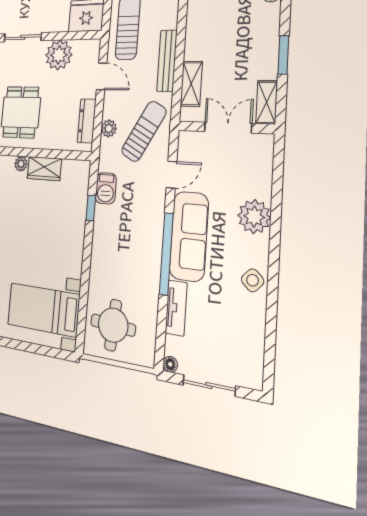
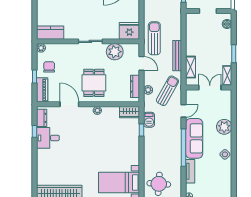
wardrobe: (44, 169) -> (129, 112), moved

